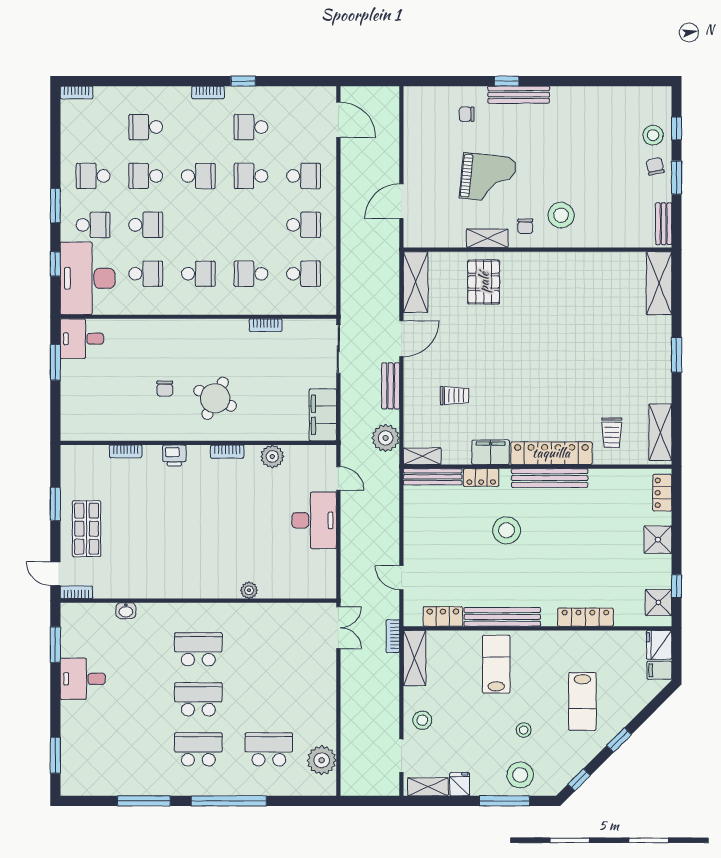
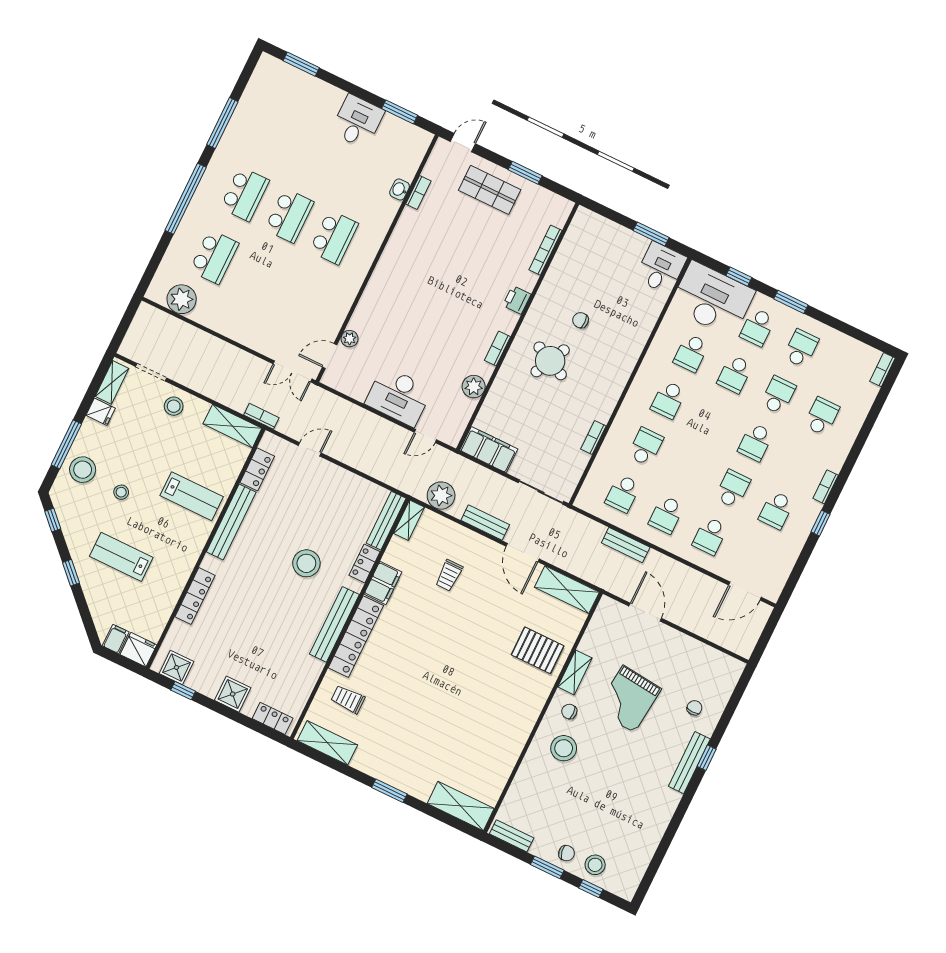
school desk: (251, 127) -> (776, 510), turned 180
bench: (349, 248) -> (626, 545), added
bookcase: (126, 451) -> (545, 250), width x1.56
plant: (249, 590) -> (350, 339), moved
bookcase: (76, 592) -> (418, 192), moved
door: (308, 601) -> (330, 356), added

